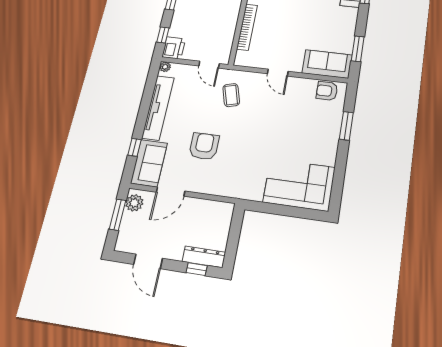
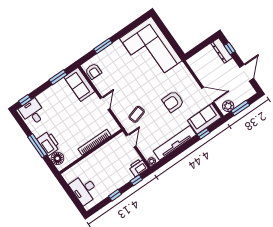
corner sofa: (299, 185) -> (151, 50), width x1.36, depth x1.36

